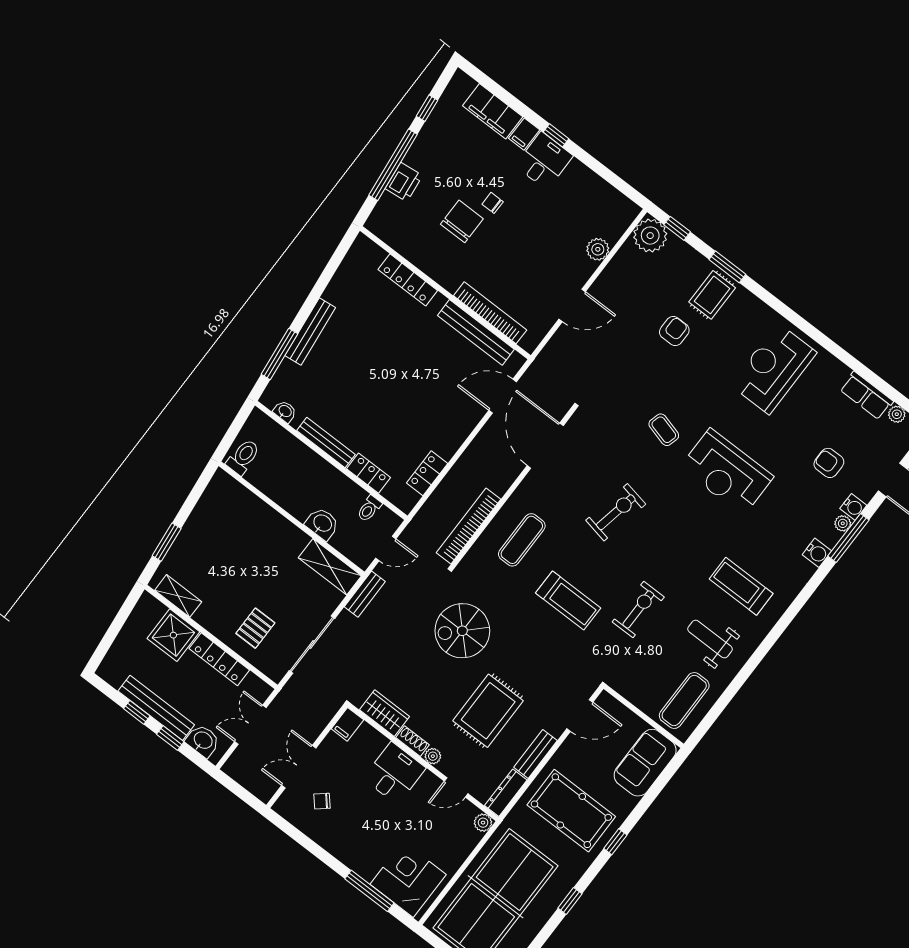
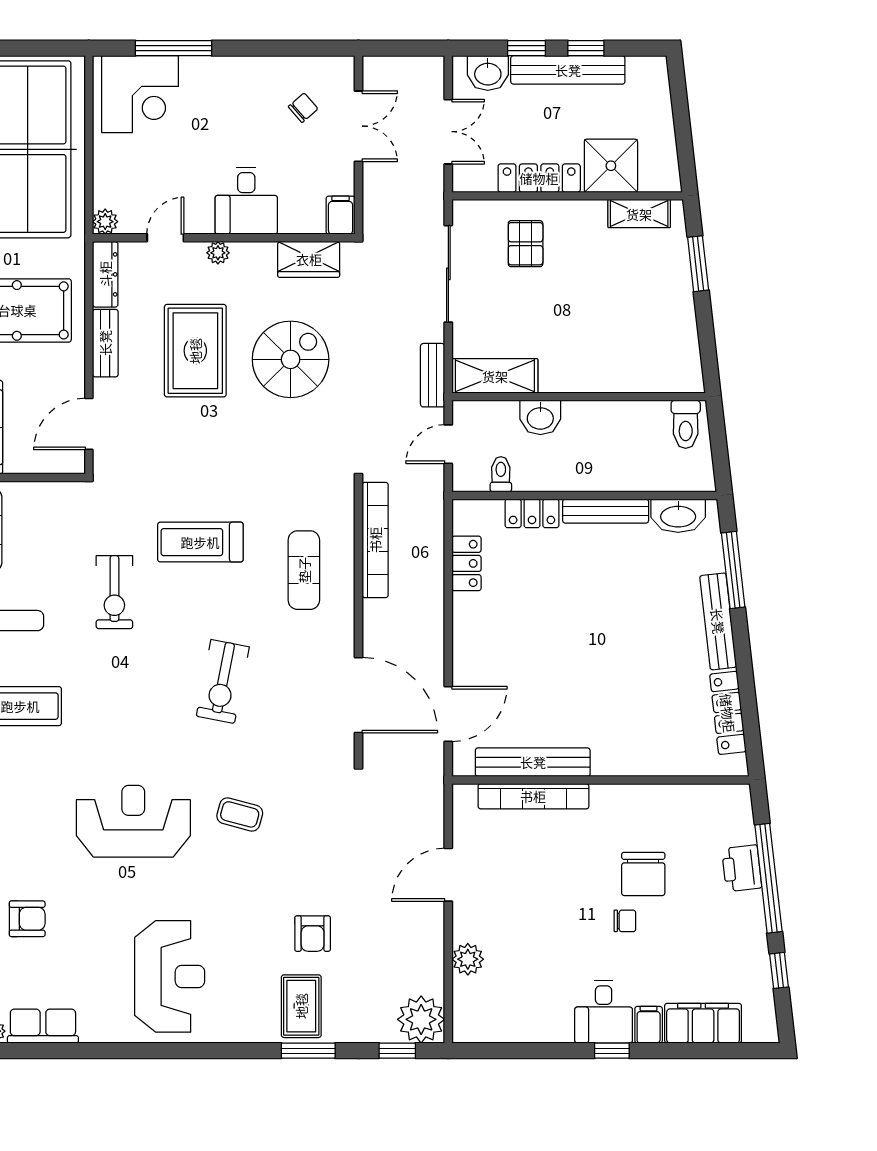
locker: (408, 280) -> (728, 713), moved, turned -97
washbasin: (285, 411) -> (678, 516), width x1.91, depth x1.45
spiral stairs: (462, 631) -> (291, 359), moved
shoe rack: (412, 741) -> (254, 252), removed

